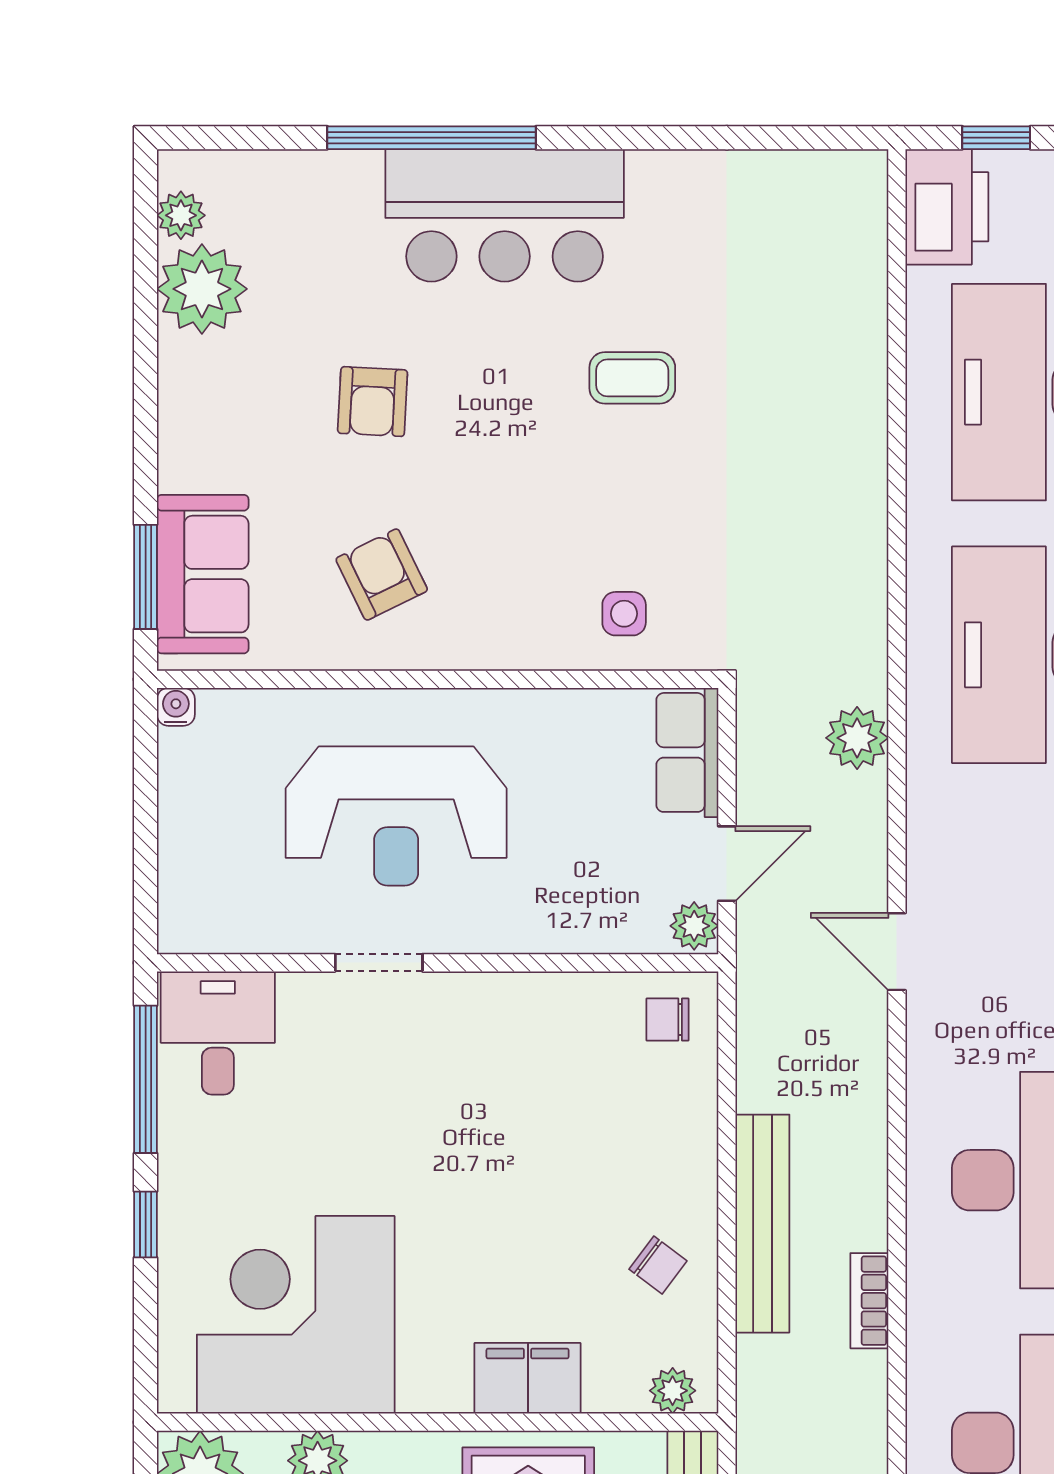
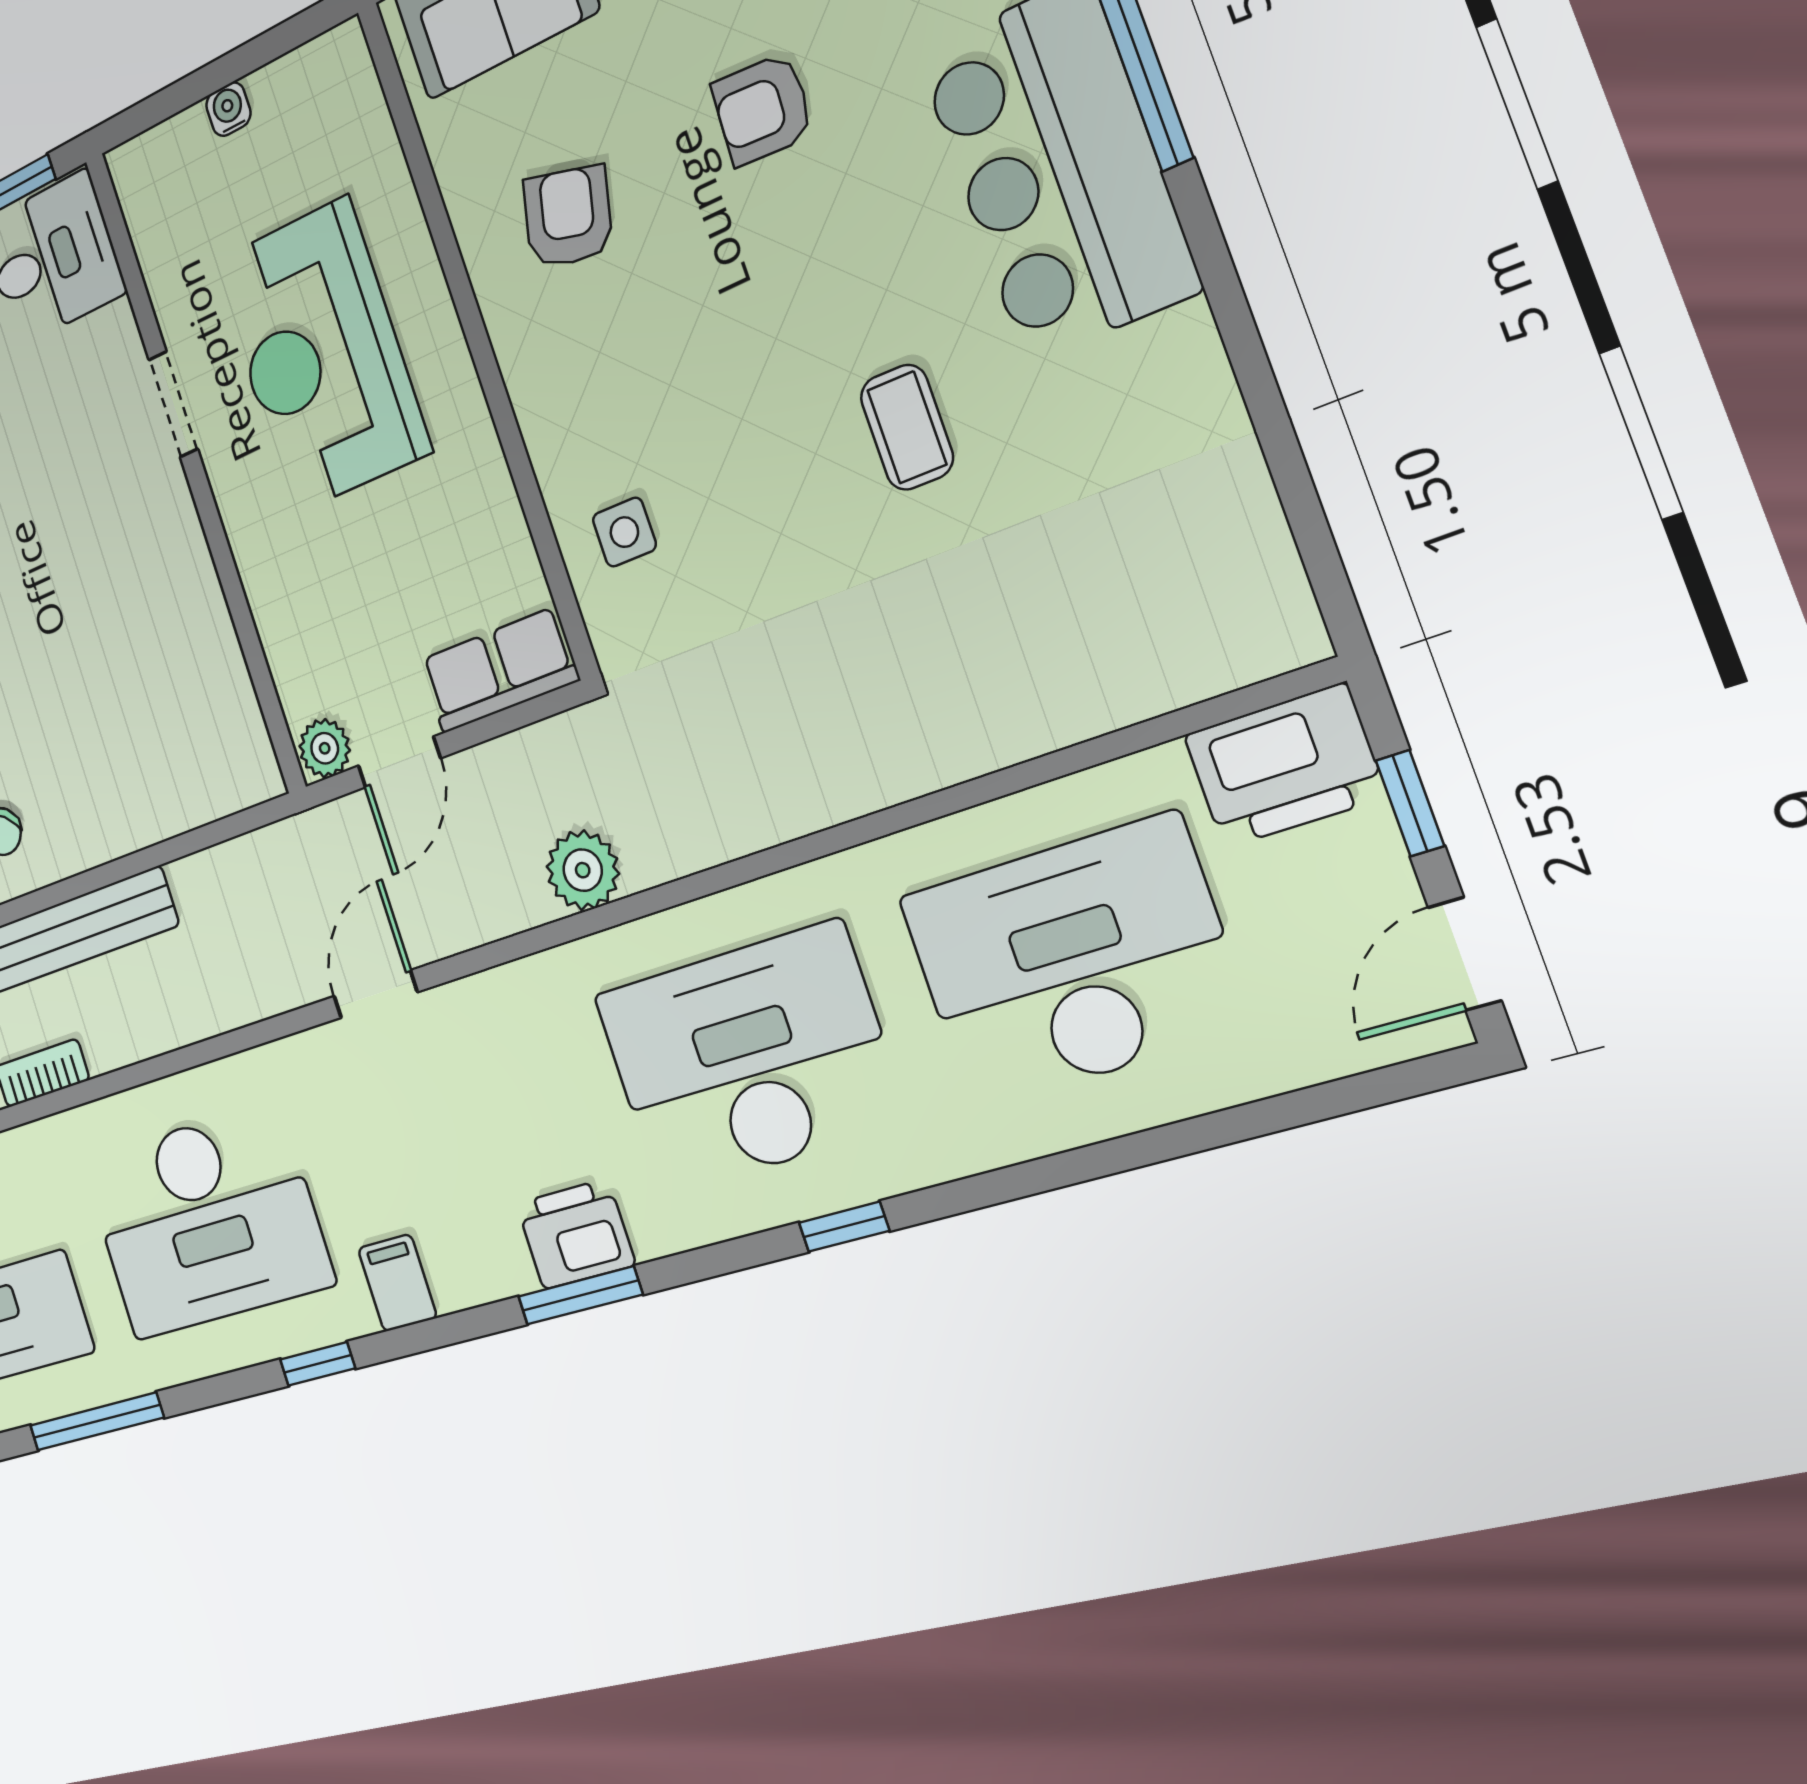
armchair: (382, 575) -> (568, 217), turned -50
water cooler: (176, 707) -> (228, 109), moved, turned -90
door: (727, 864) -> (399, 762), hinge flipped
chair: (668, 1020) -> (225, 753), removed

